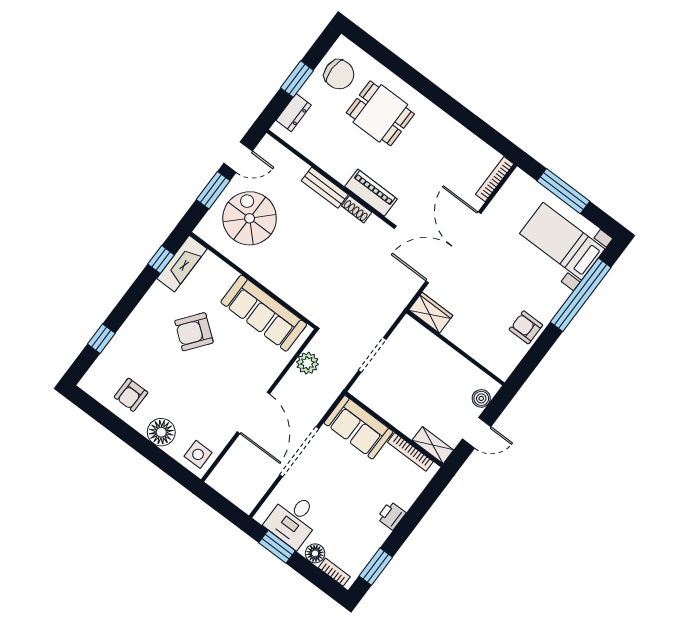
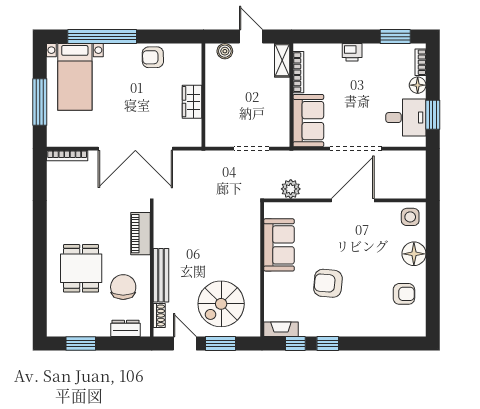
chair: (339, 74) -> (123, 287), moved
window: (297, 79) -> (81, 343), moved
bench: (325, 188) -> (161, 275), width x1.36
shoe rack: (357, 209) -> (159, 315), moved
fireplace: (182, 264) -> (281, 329), width x0.73, depth x0.76
sofa: (264, 313) -> (279, 245), width x0.73
wardrobe: (431, 313) -> (192, 102), moved
armchair: (526, 327) -> (153, 57), turned 89
armchair: (194, 332) -> (328, 283), turned 147
window: (101, 339) -> (328, 343), moved

